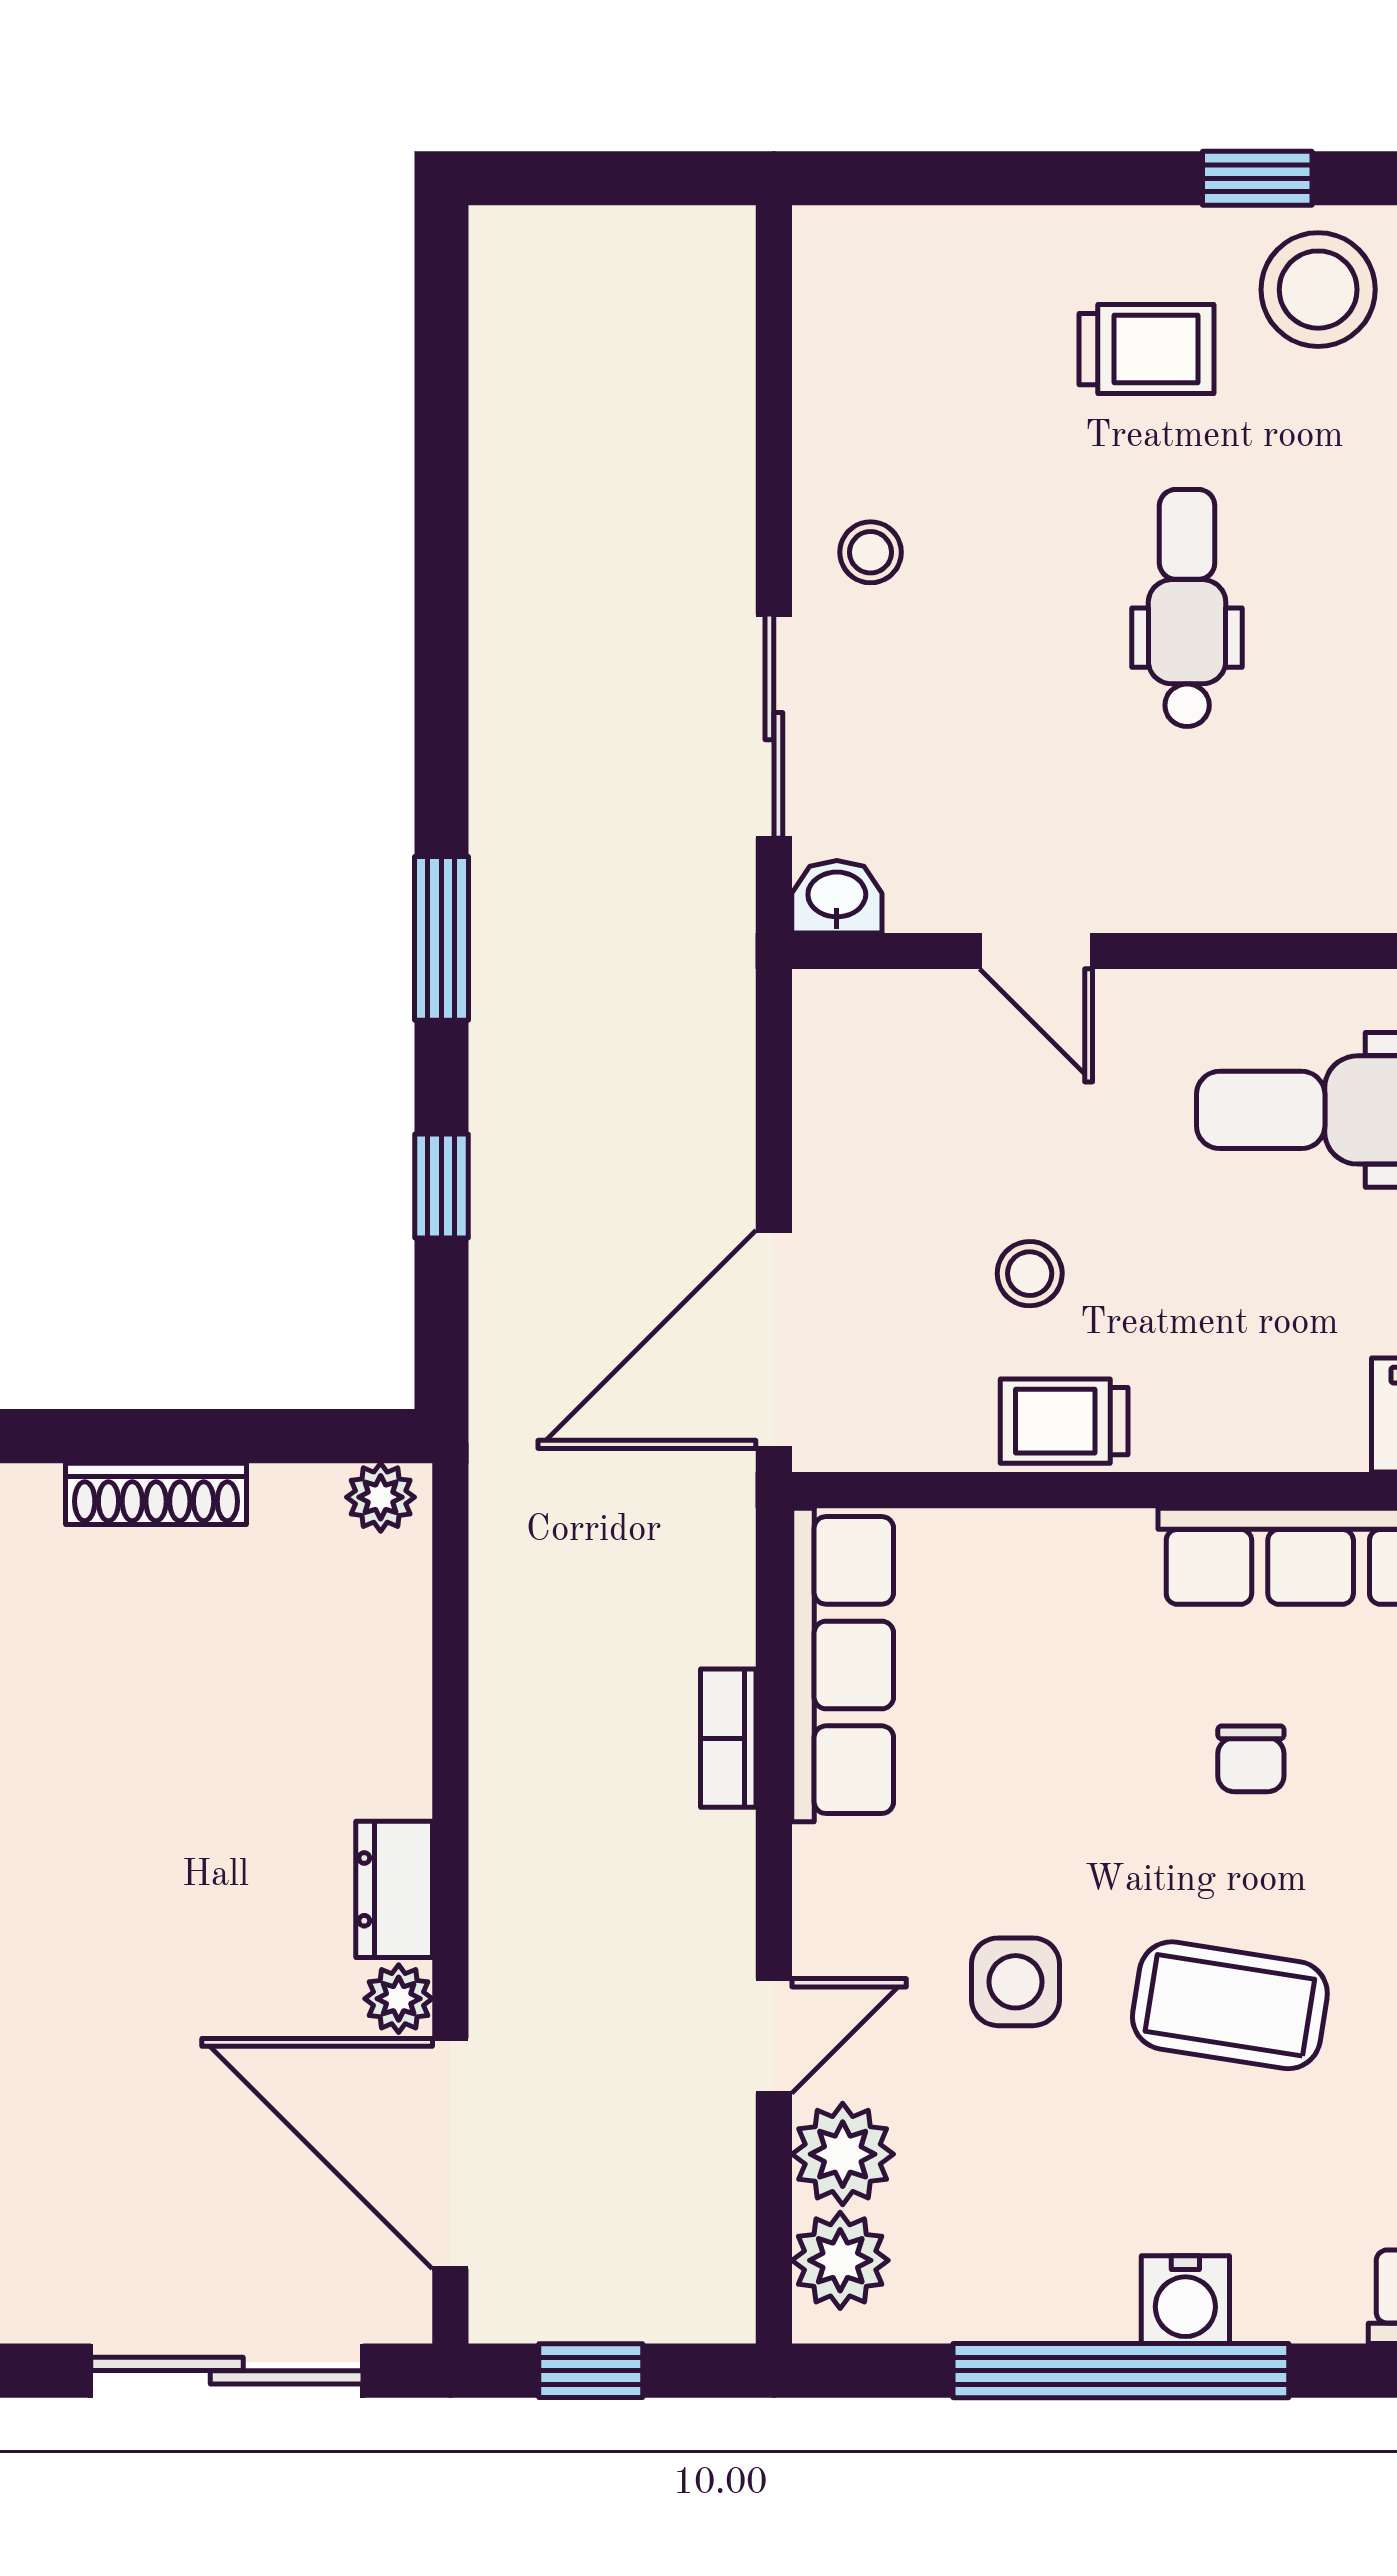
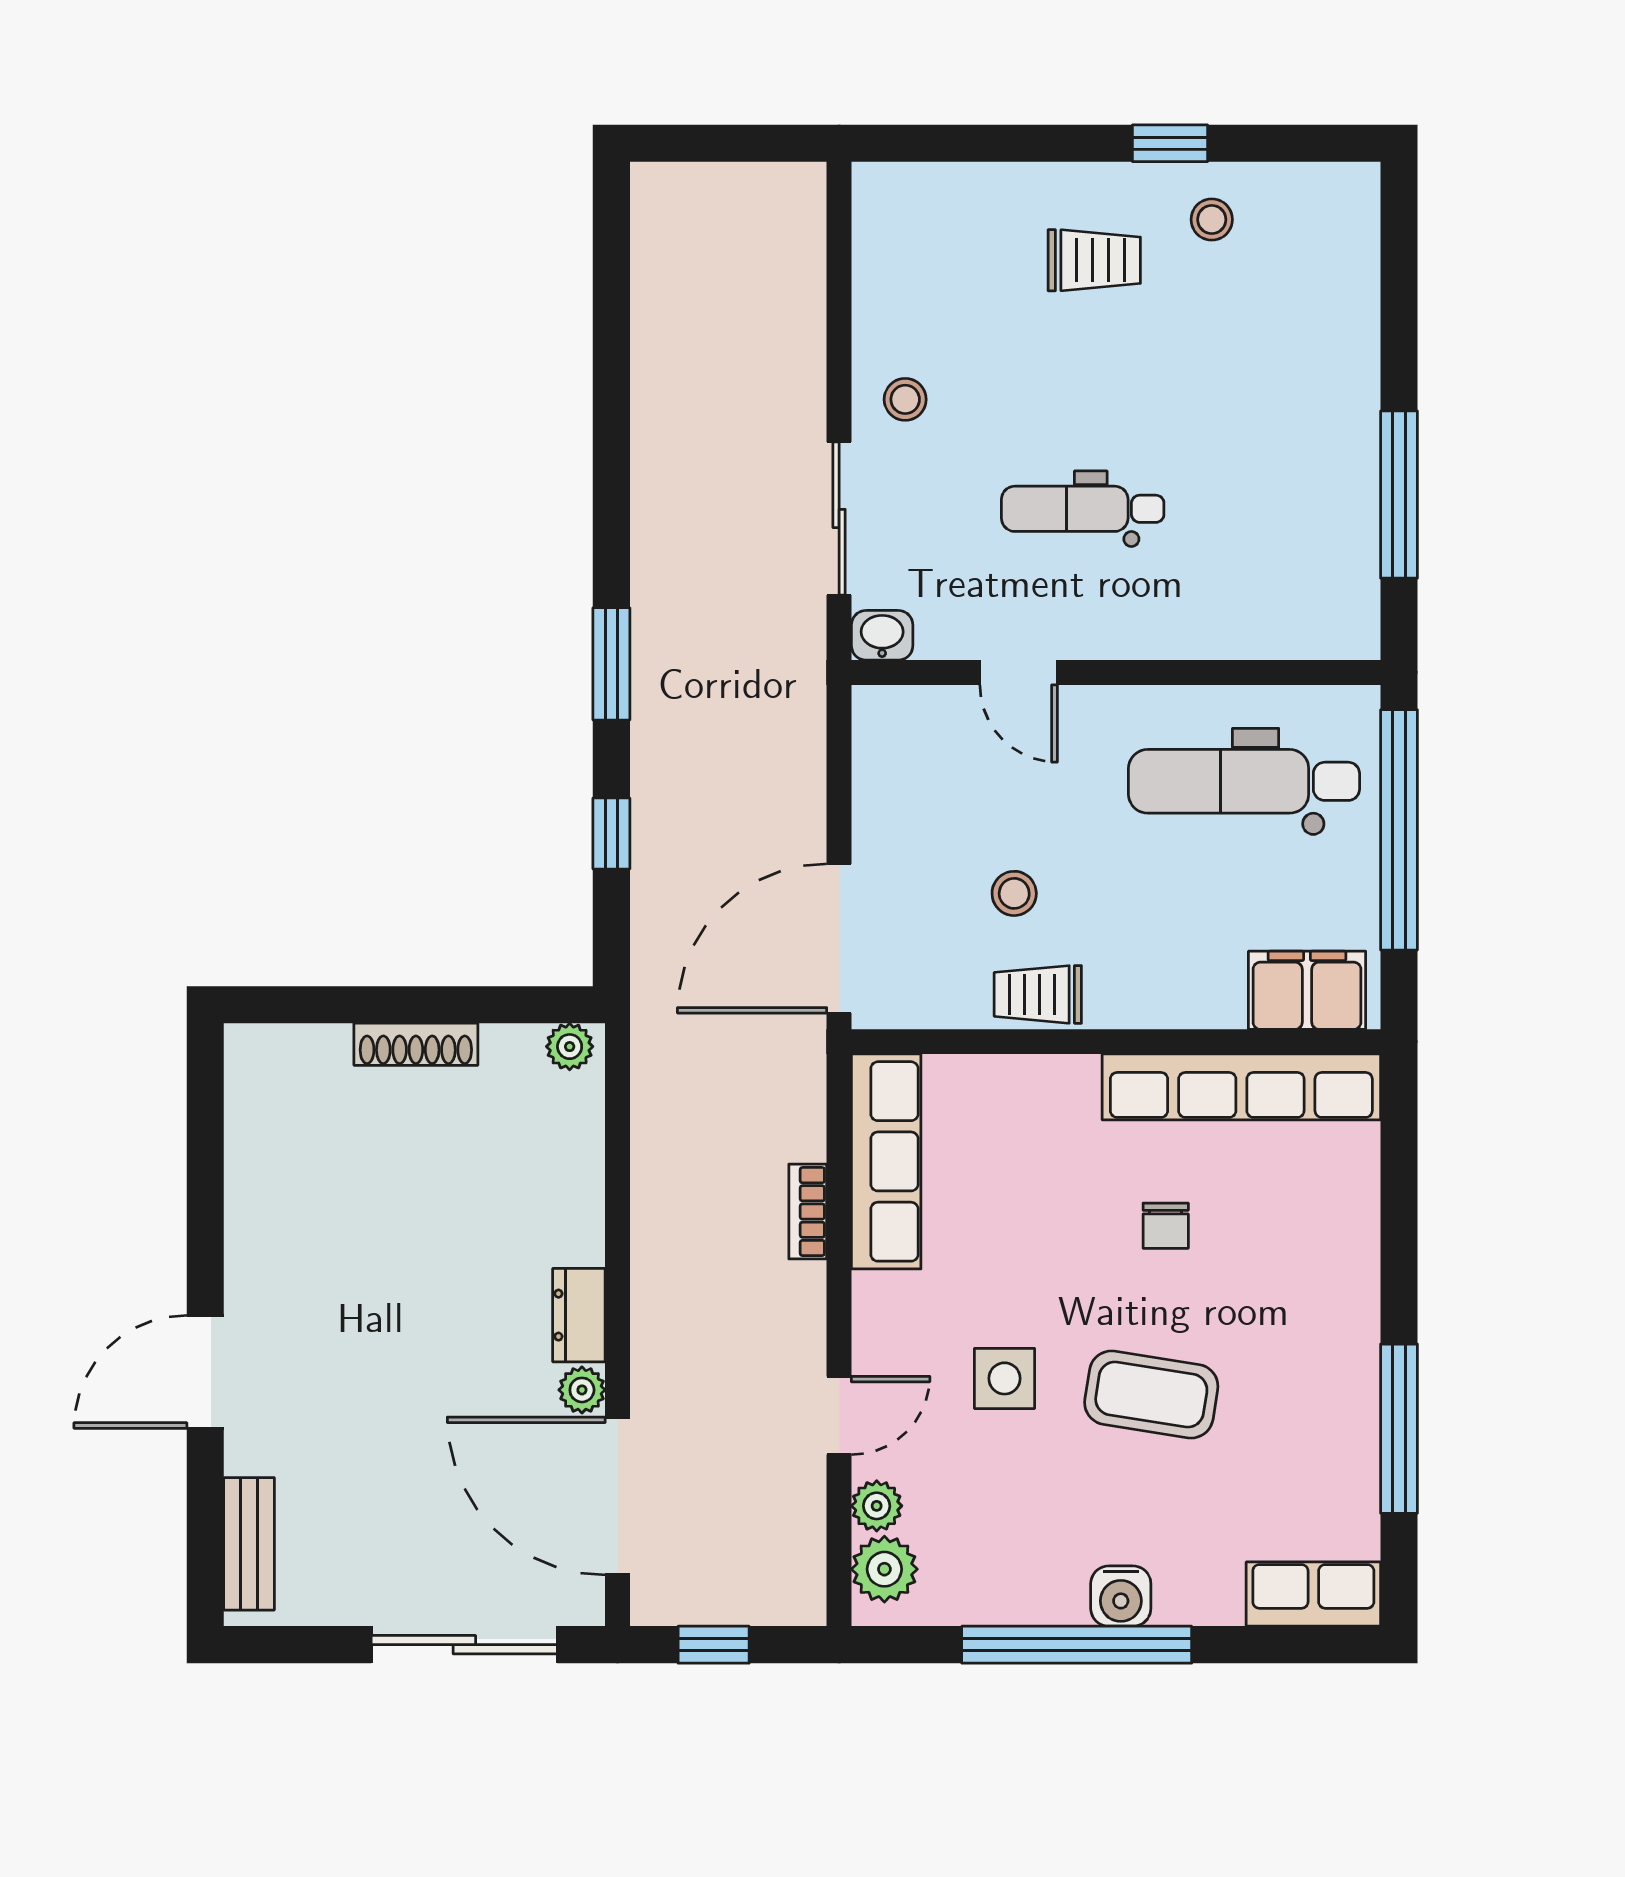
stool: (1318, 290) -> (1212, 220), width x0.53, depth x0.53
dental chair: (1187, 608) -> (1083, 509), moved, turned -90
plant: (843, 2154) -> (877, 1506), width x0.73, depth x0.73

